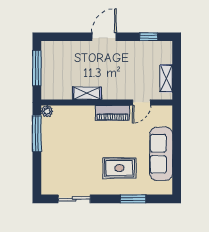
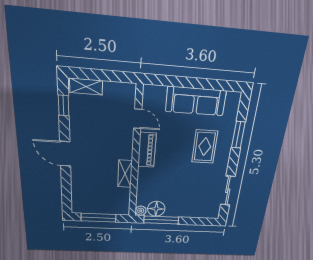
shelving: (166, 78) -> (86, 87), moved
floor lamp: (50, 127) -> (156, 209), added

